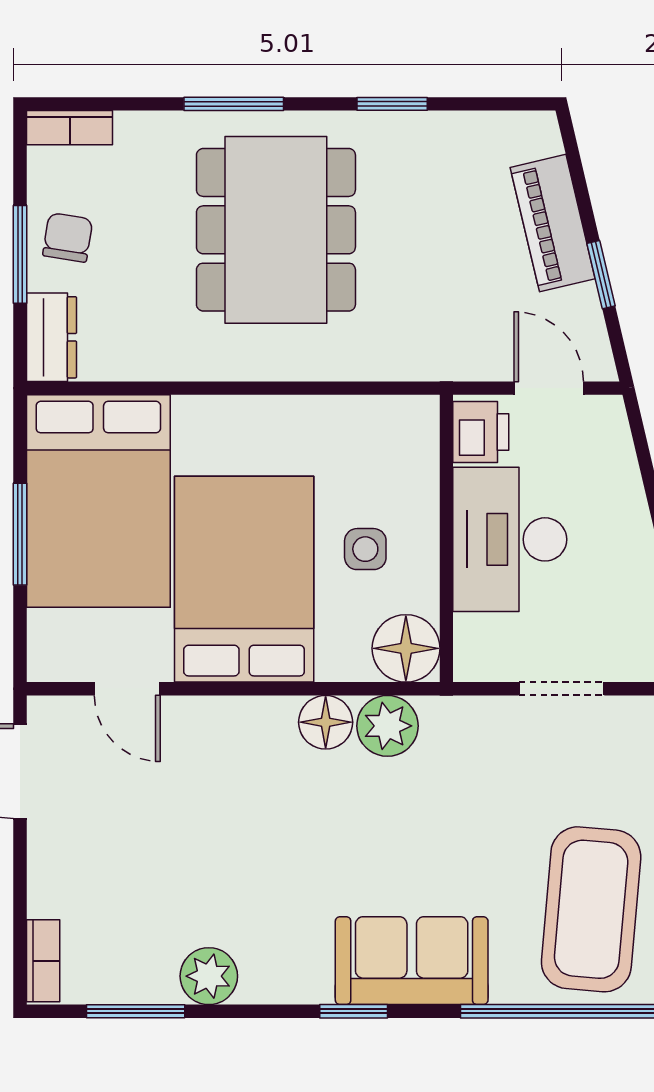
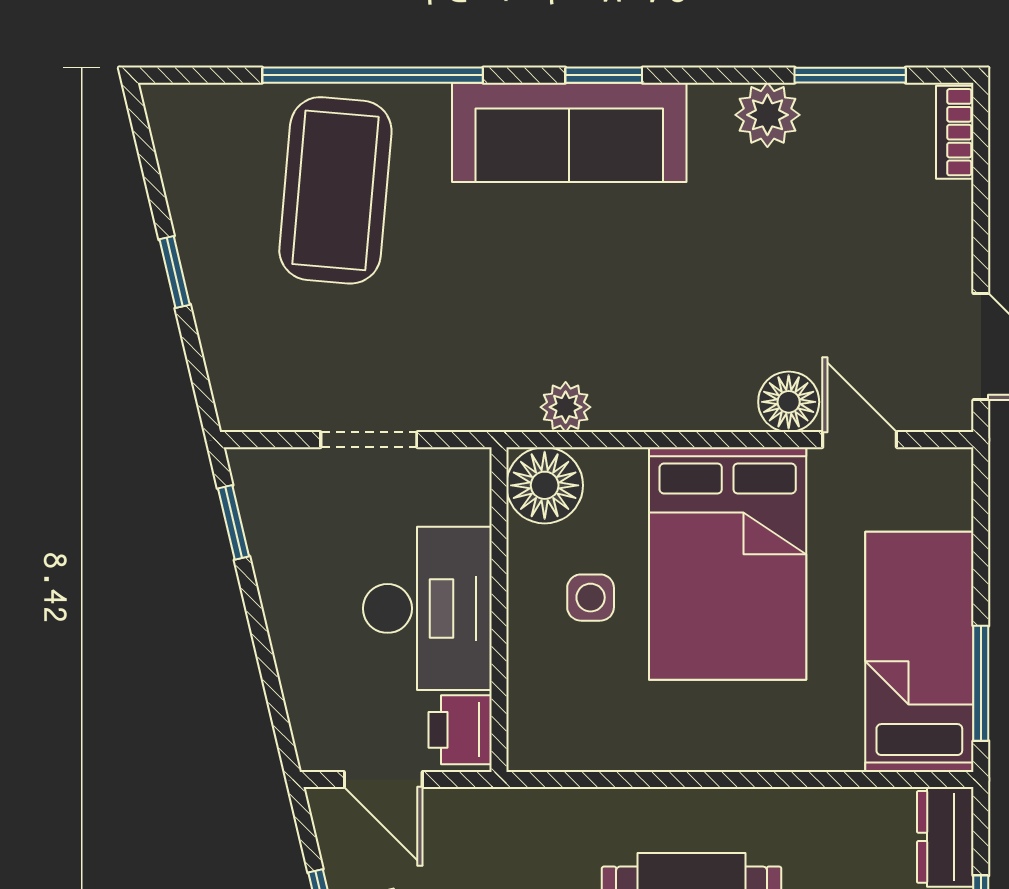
bed: (98, 501) -> (919, 652), width x0.67
window: (20, 534) -> (981, 683), moved
floor lamp: (326, 722) -> (789, 402), moved
plant: (387, 726) -> (566, 407), width x0.73, depth x0.73
sofa: (412, 961) -> (569, 132), width x1.36

